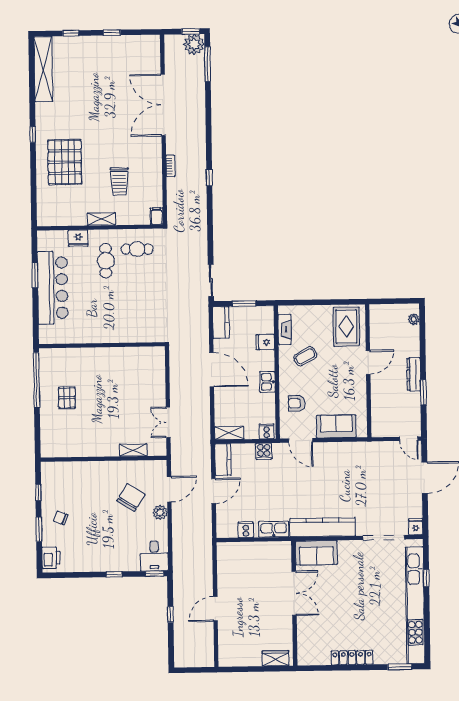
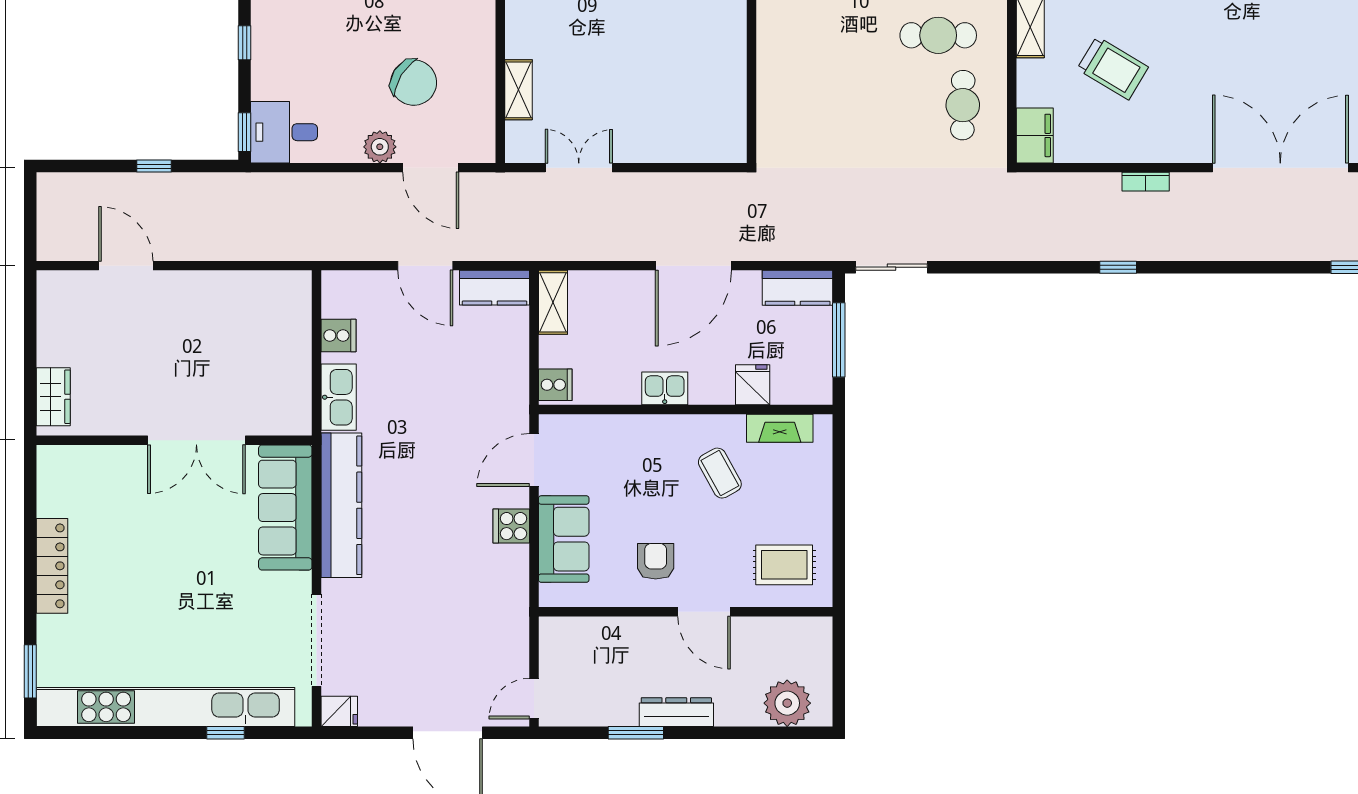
trolley: (119, 181) -> (1113, 68), turned -149
filing cabinet: (157, 216) -> (1035, 135), width x2.00
window: (244, 303) -> (839, 340), width x1.44
plant: (414, 319) -> (787, 703), width x1.87, depth x1.87
rug: (346, 327) -> (784, 565), width x0.73, depth x0.70
armchair: (297, 403) -> (656, 561), moved
cooker: (264, 451) -> (511, 526), moved
sofa: (316, 553) -> (285, 508), width x1.36
door: (215, 609) -> (126, 266), moved

